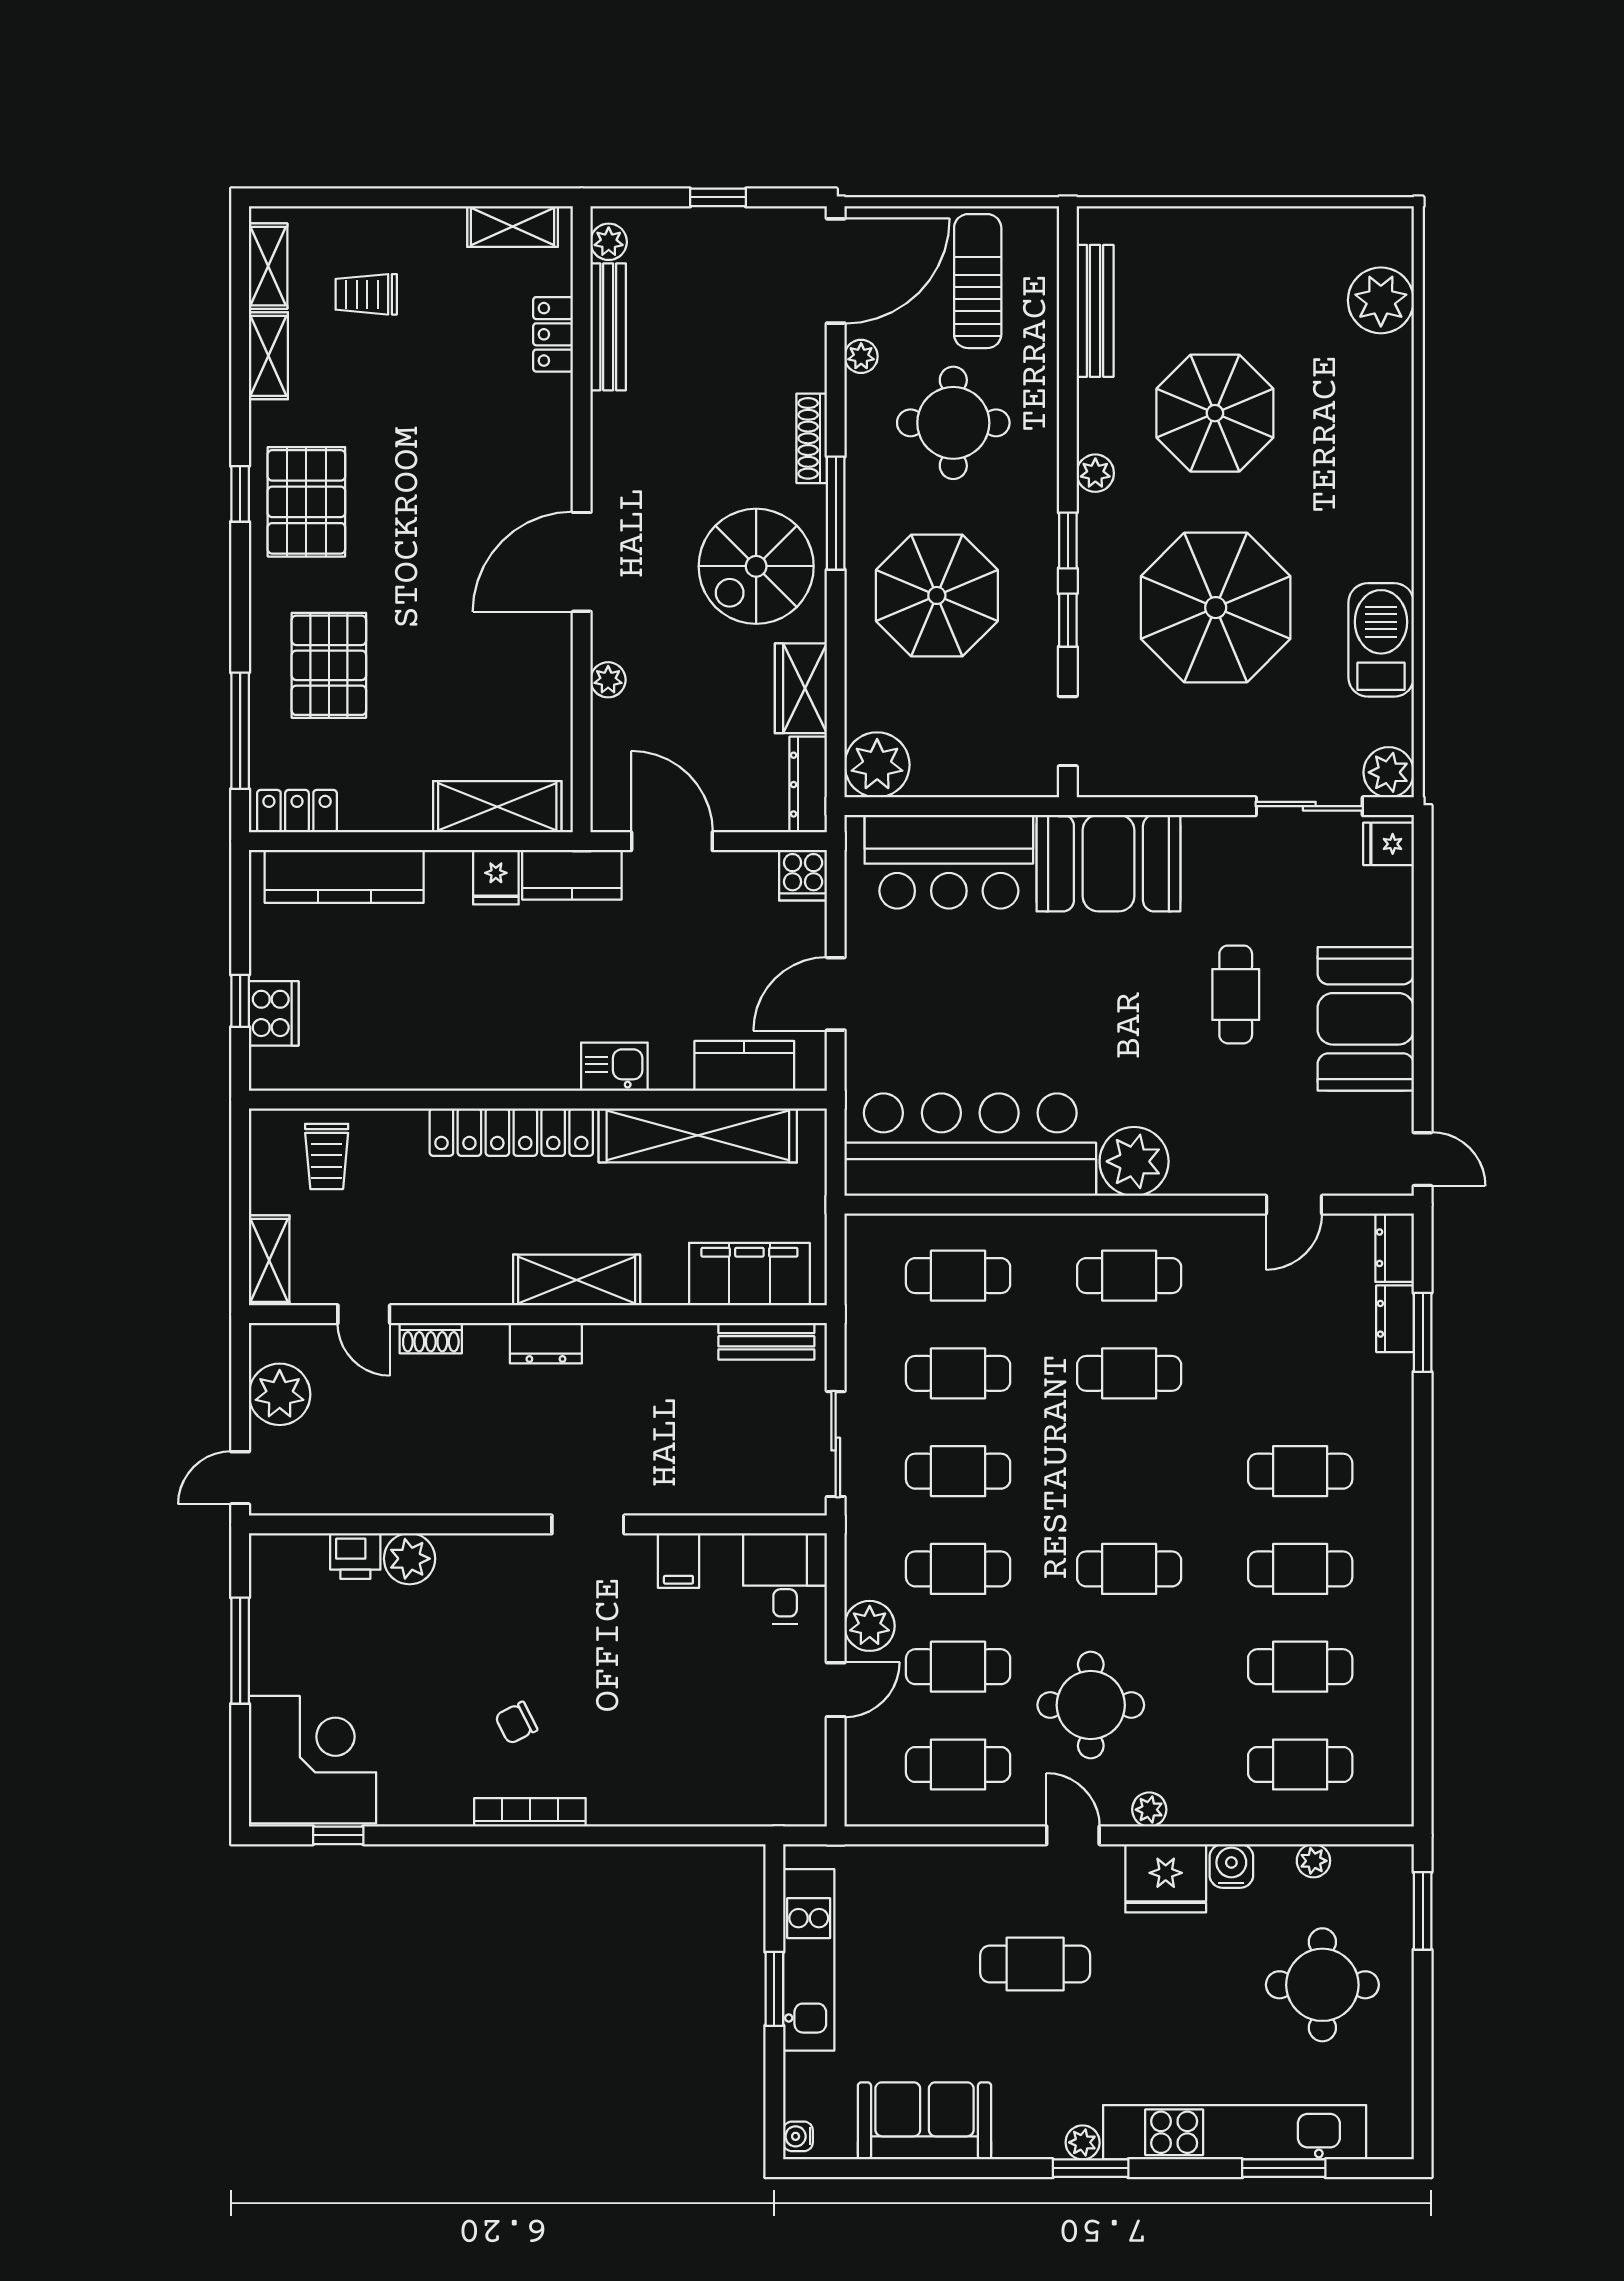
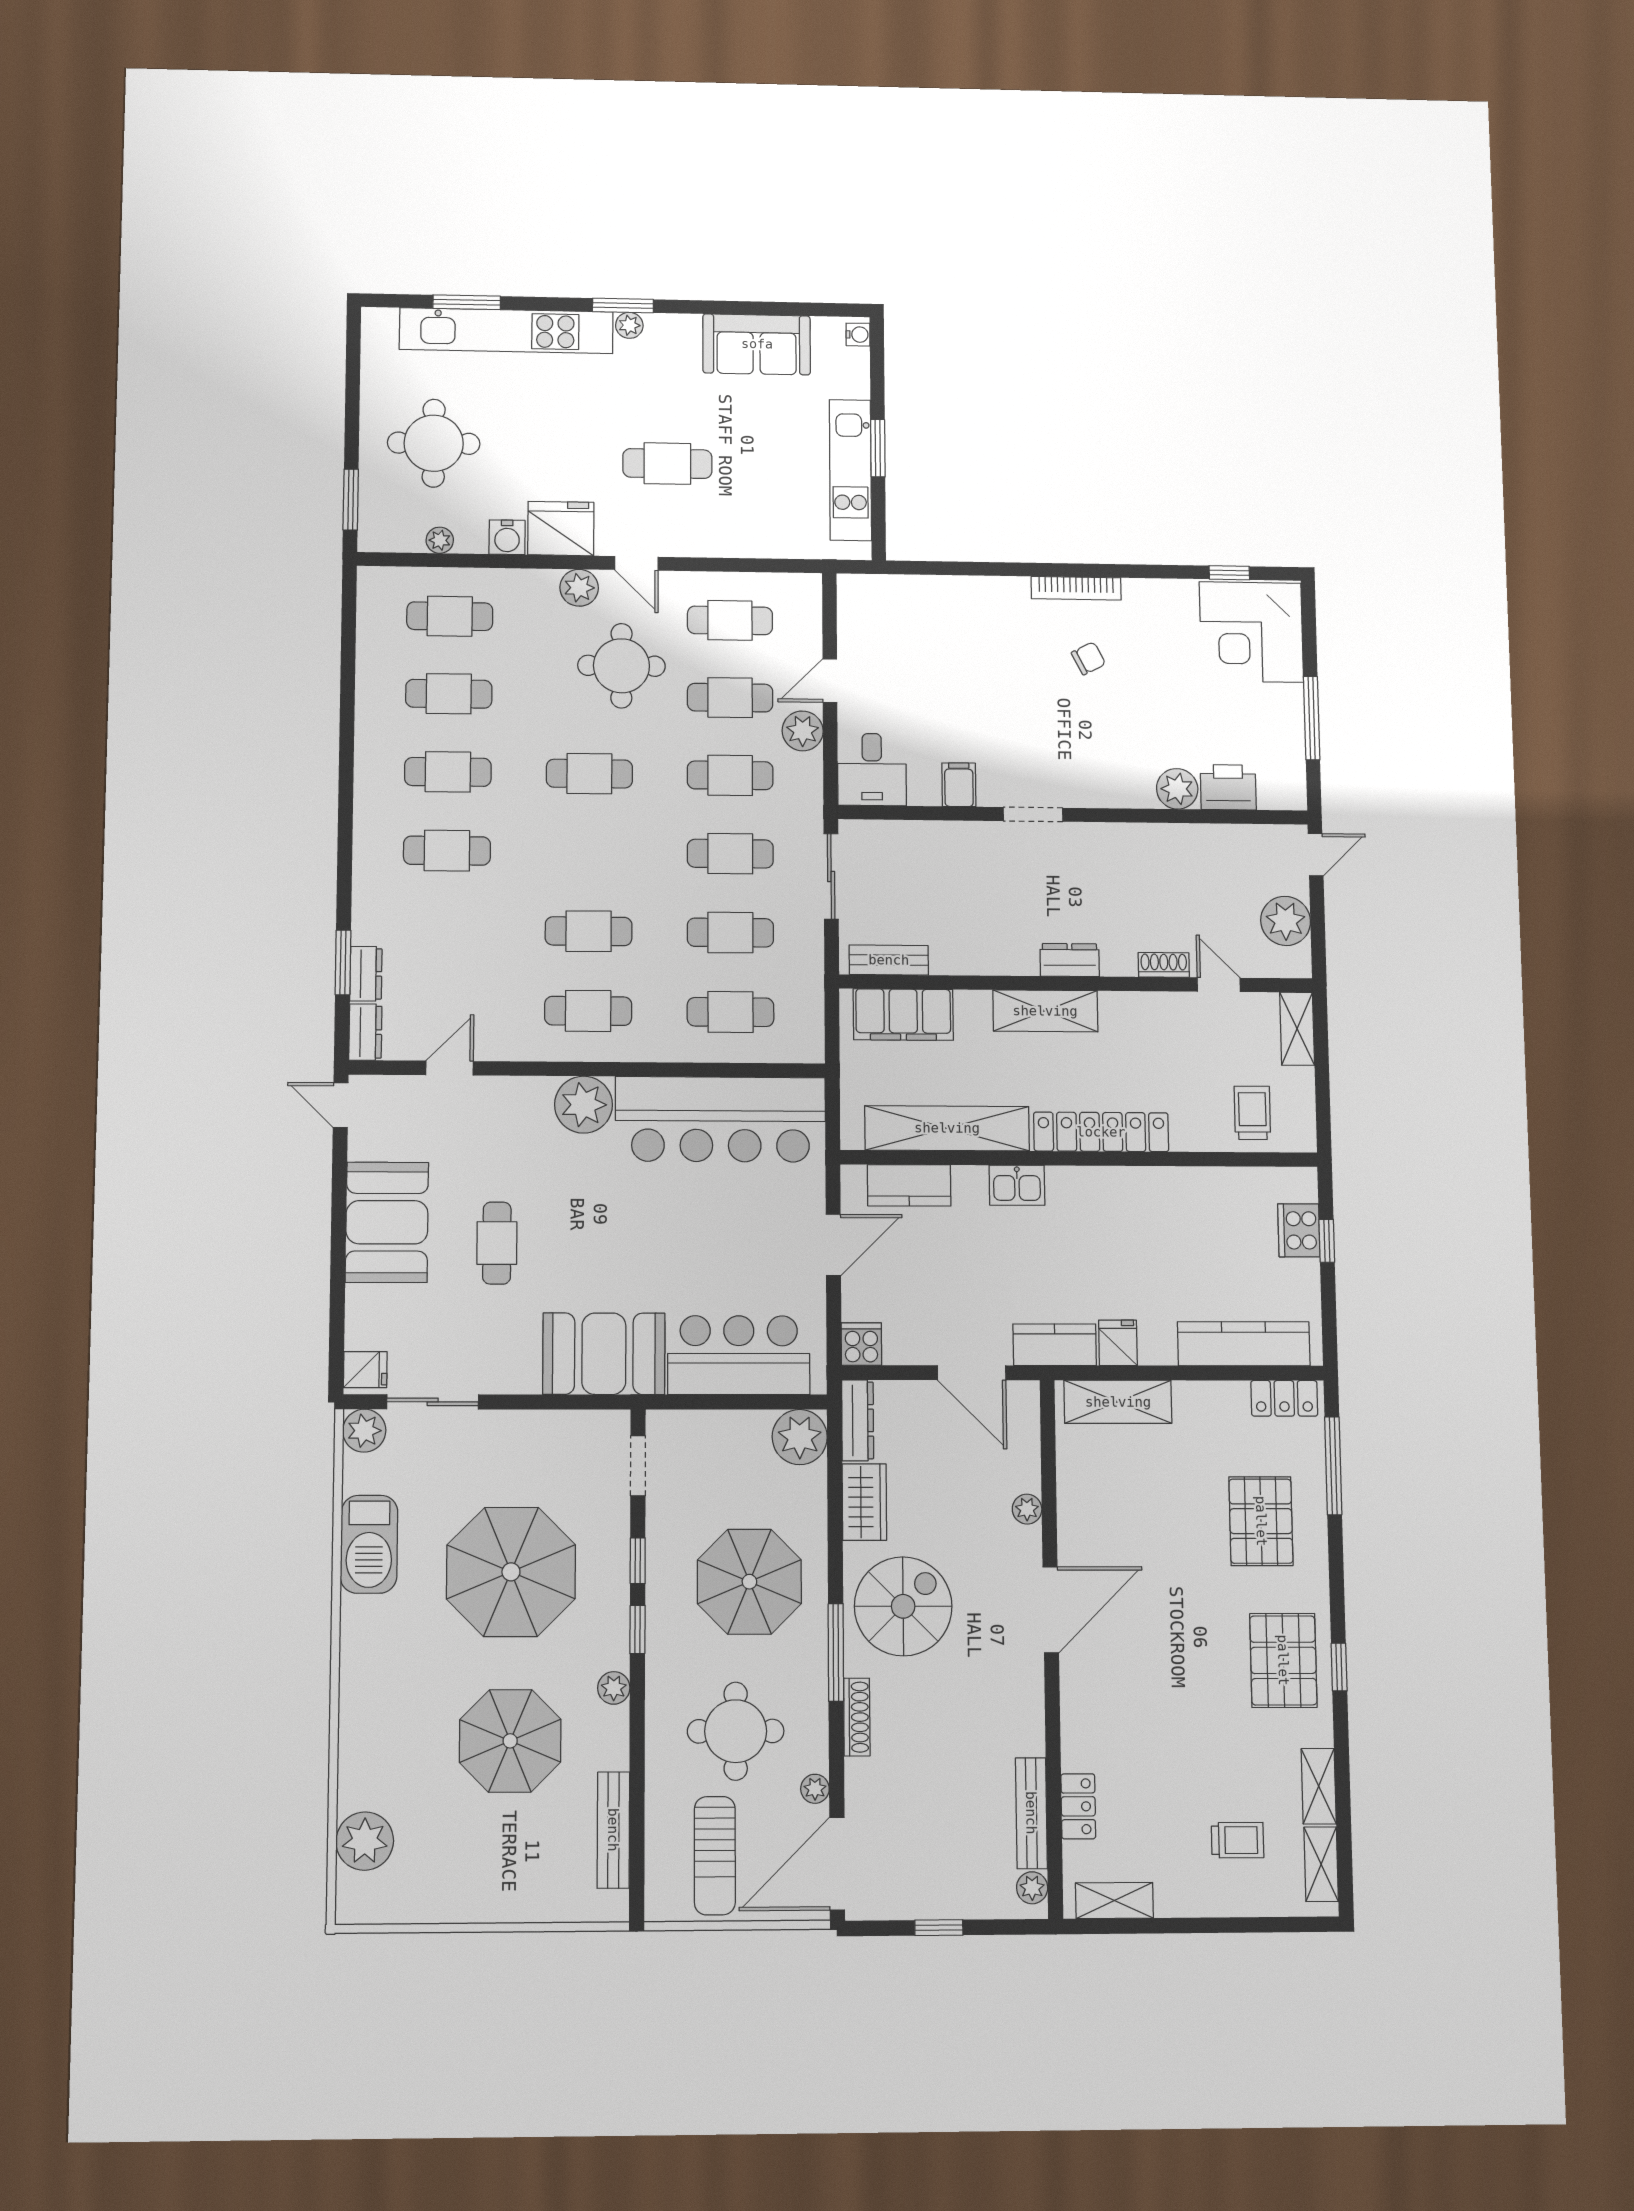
printer: (355, 1556) -> (1228, 787), width x1.36, depth x1.24
plant: (1149, 1810) -> (579, 588), width x1.38, depth x1.38

